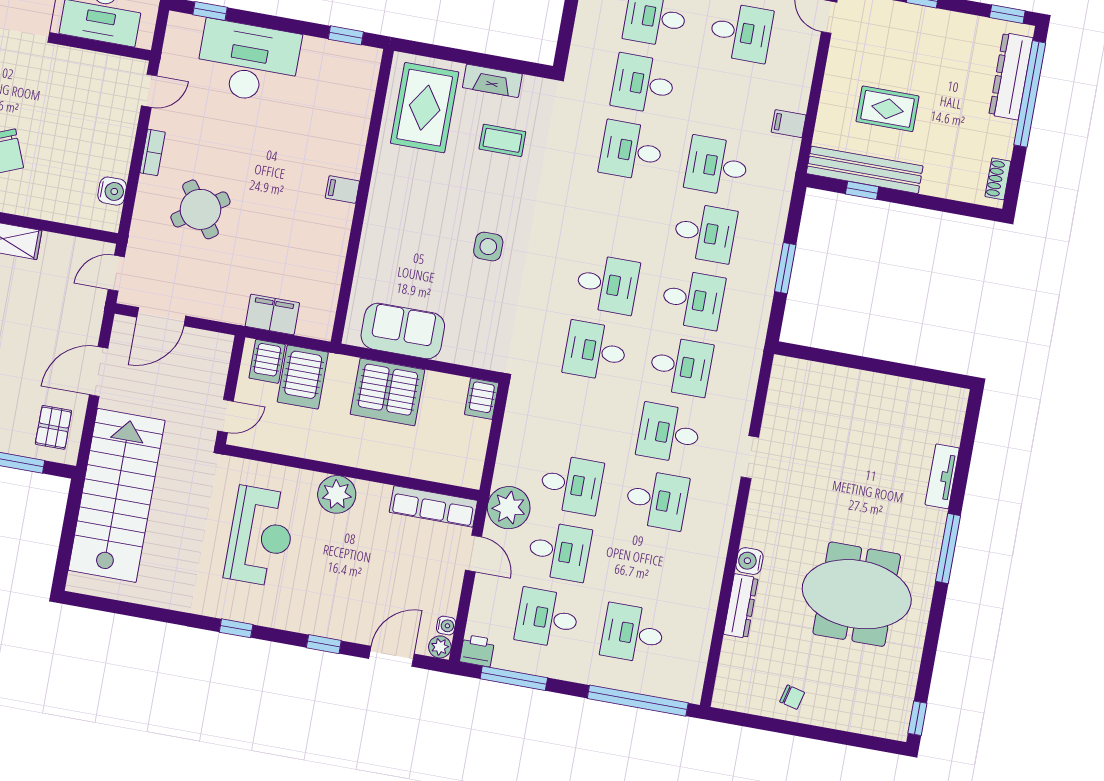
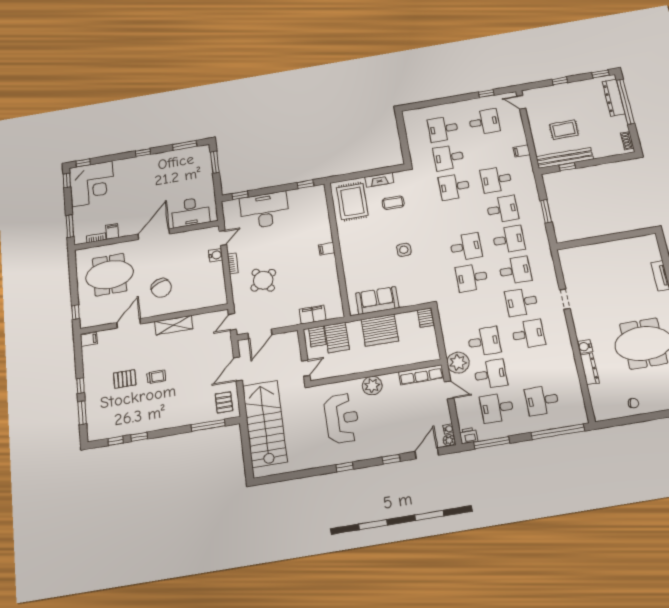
water cooler: (112, 191) -> (216, 255), moved

